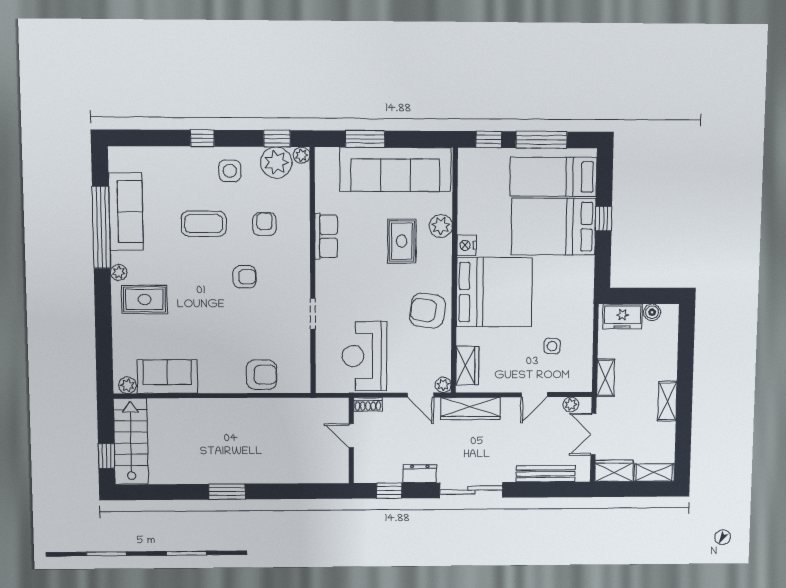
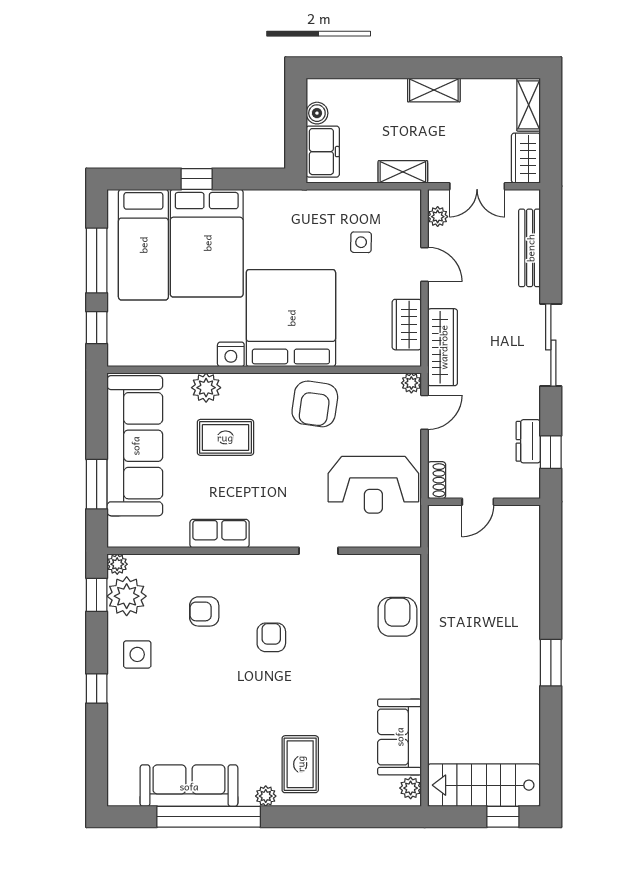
coffee table: (204, 224) -> (204, 688), removed
wardrobe: (467, 366) -> (407, 325), moved, turned -90
dresser: (420, 474) -> (528, 441), moved

